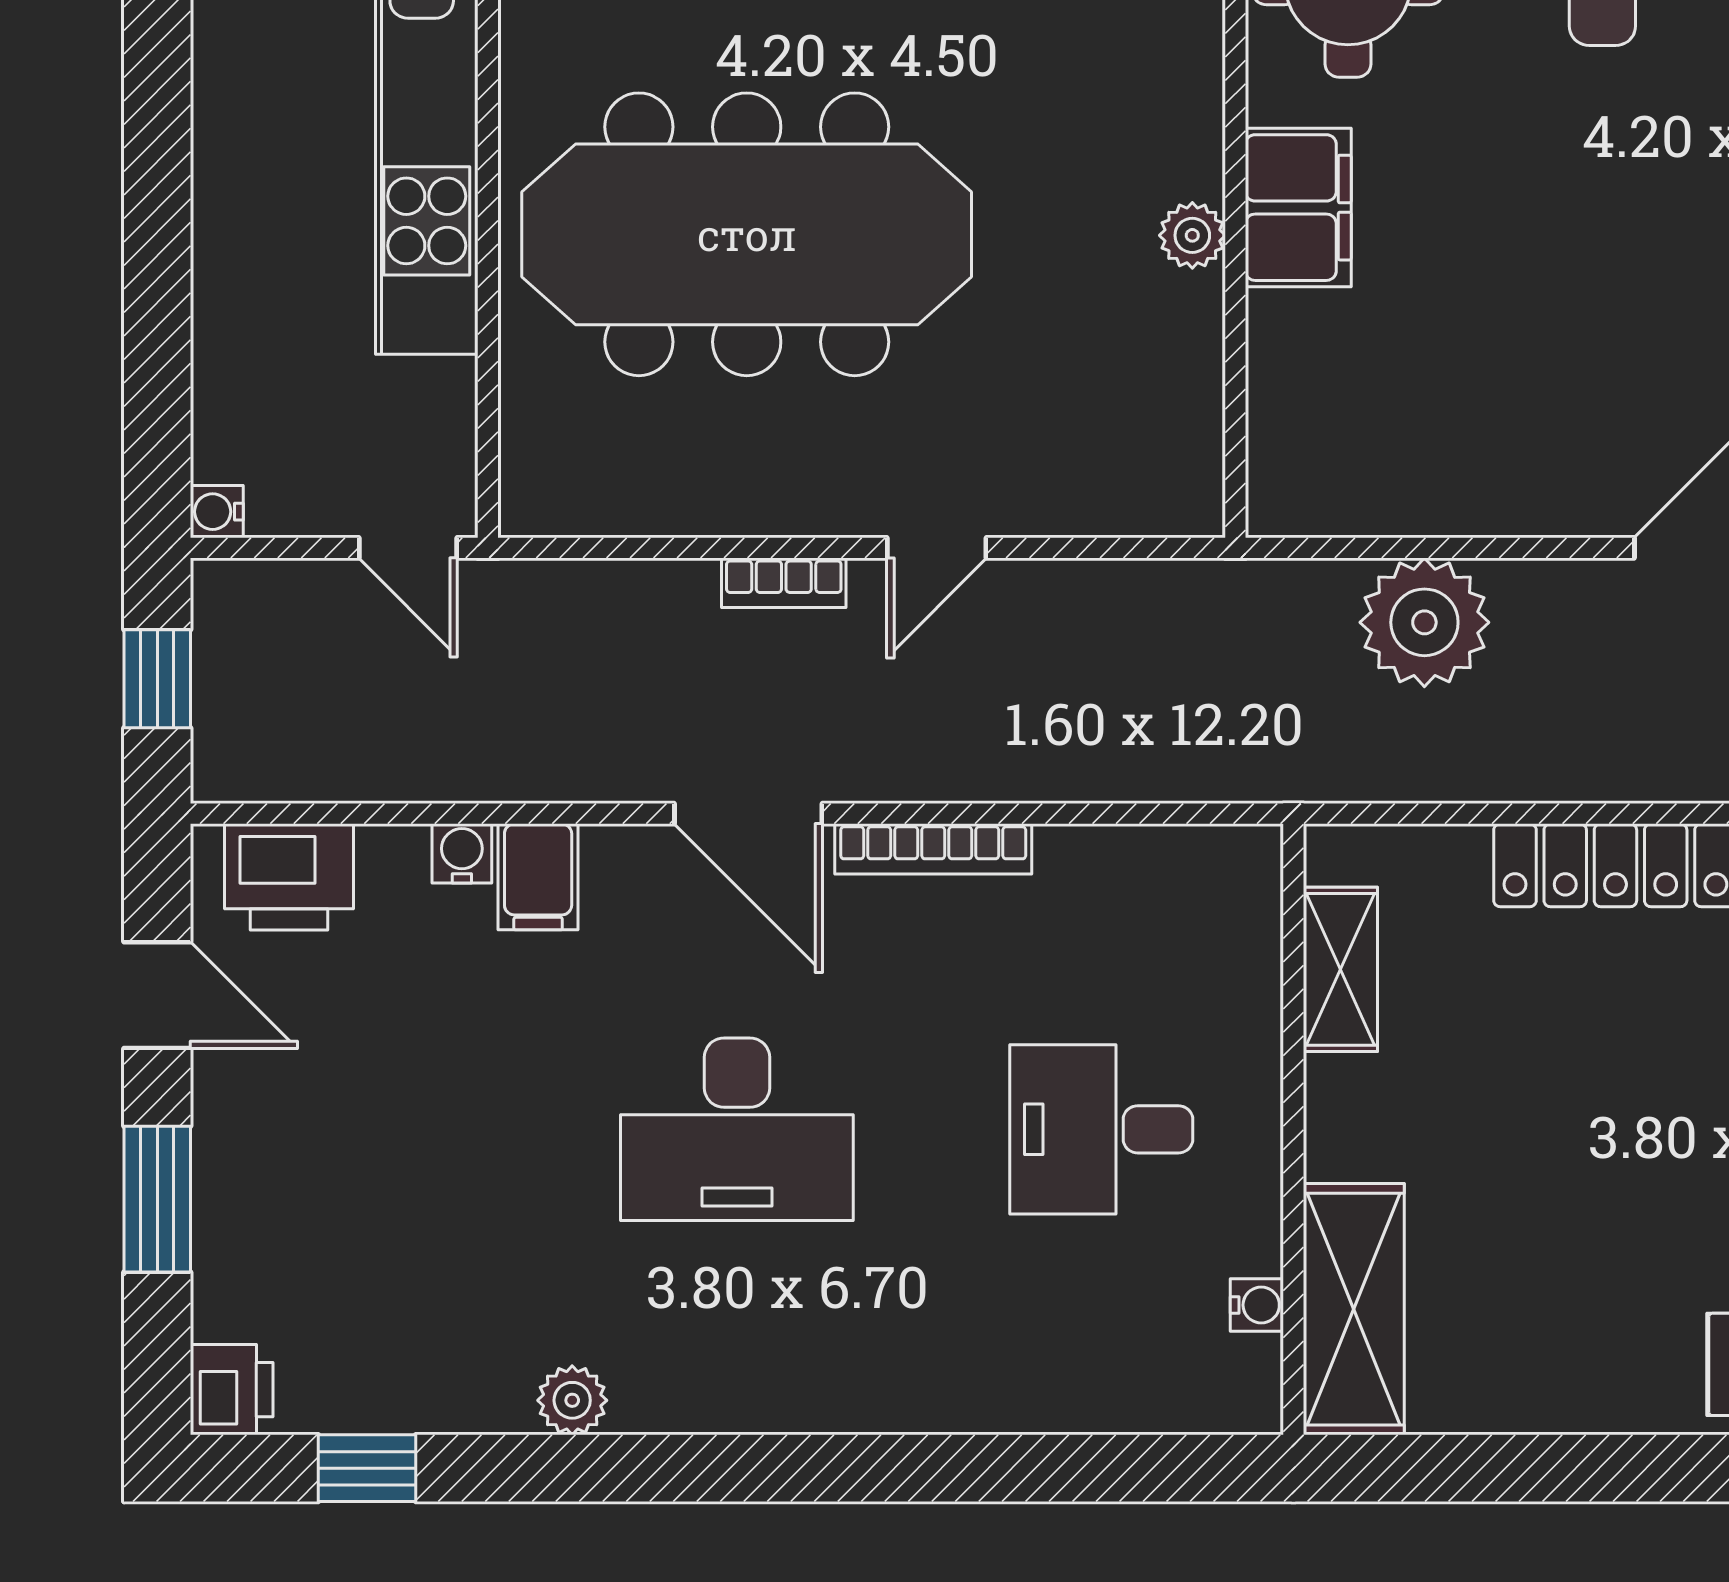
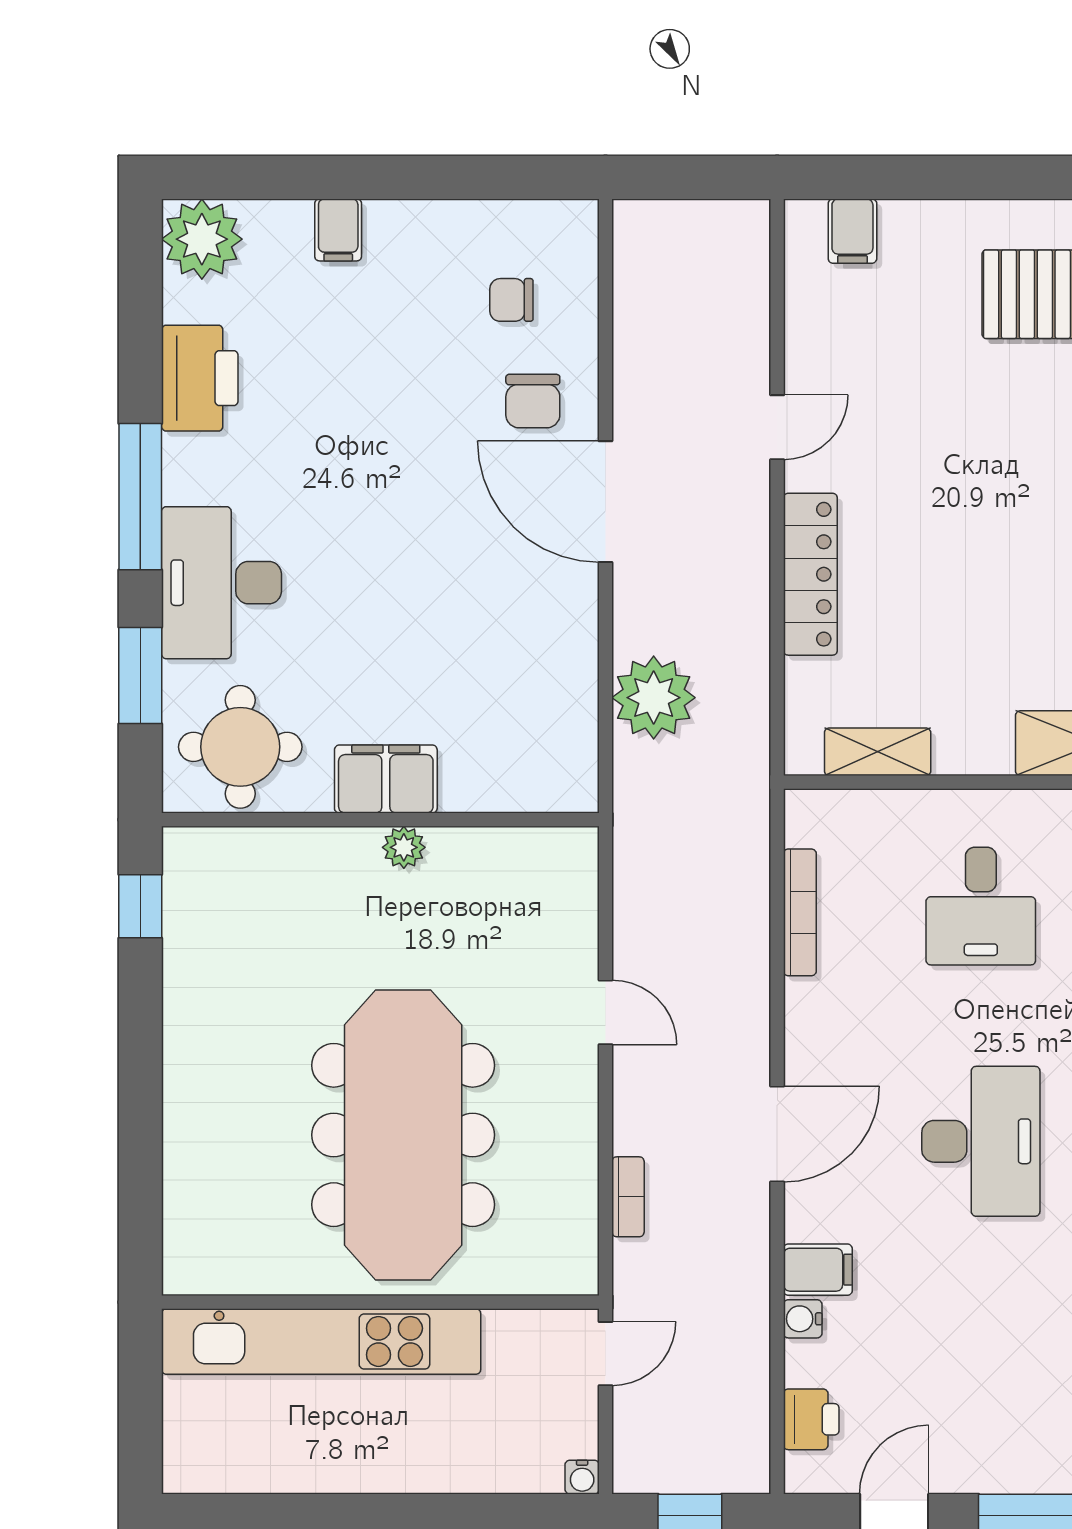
bookcase: (784, 583) -> (628, 1197), moved
bookcase: (933, 849) -> (800, 912), moved
printer: (289, 877) -> (811, 1419), width x0.73, depth x0.81

